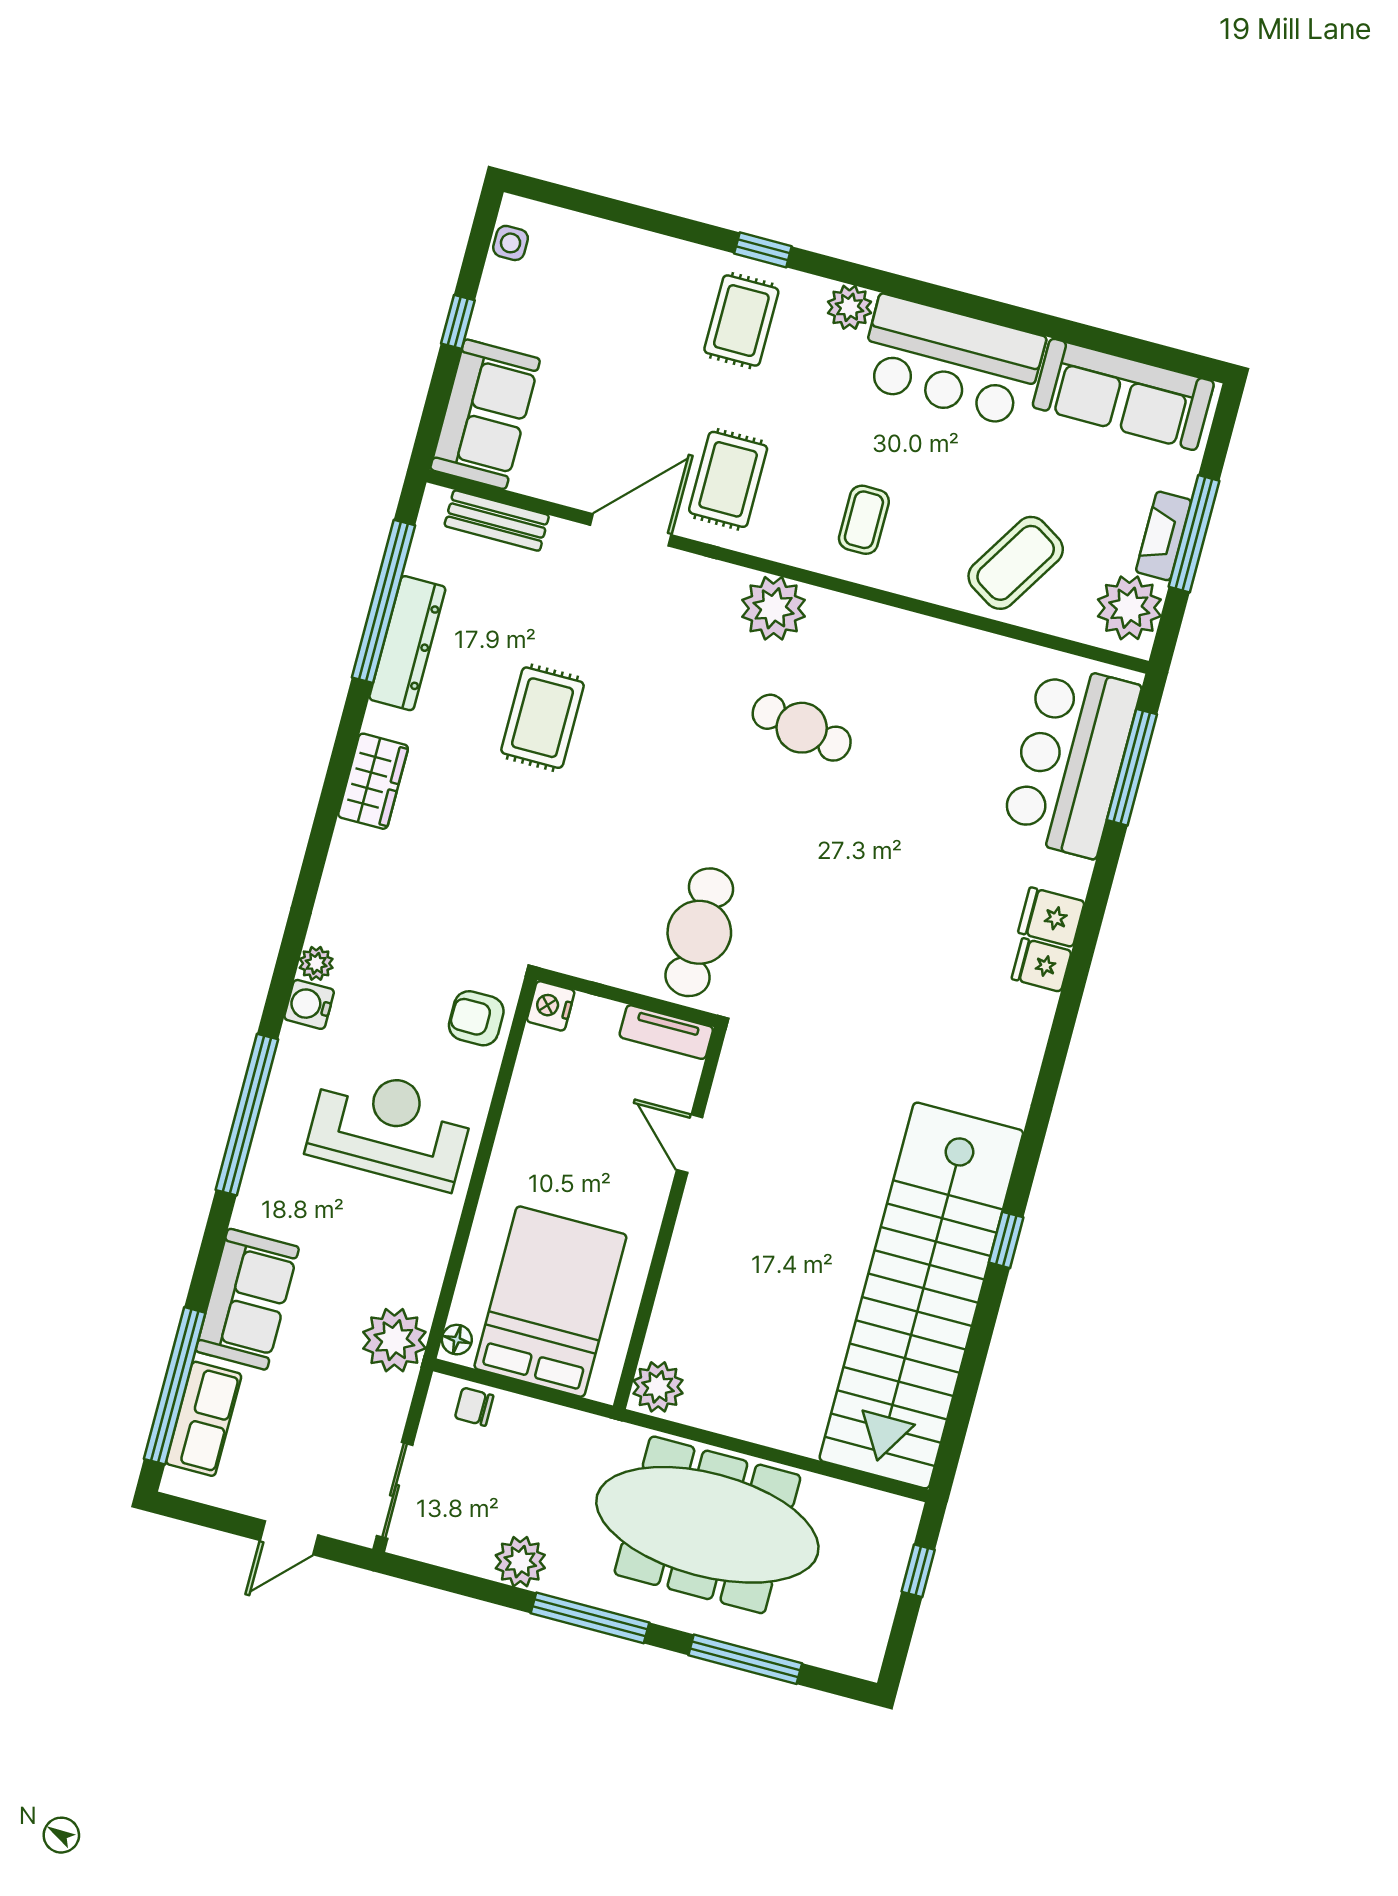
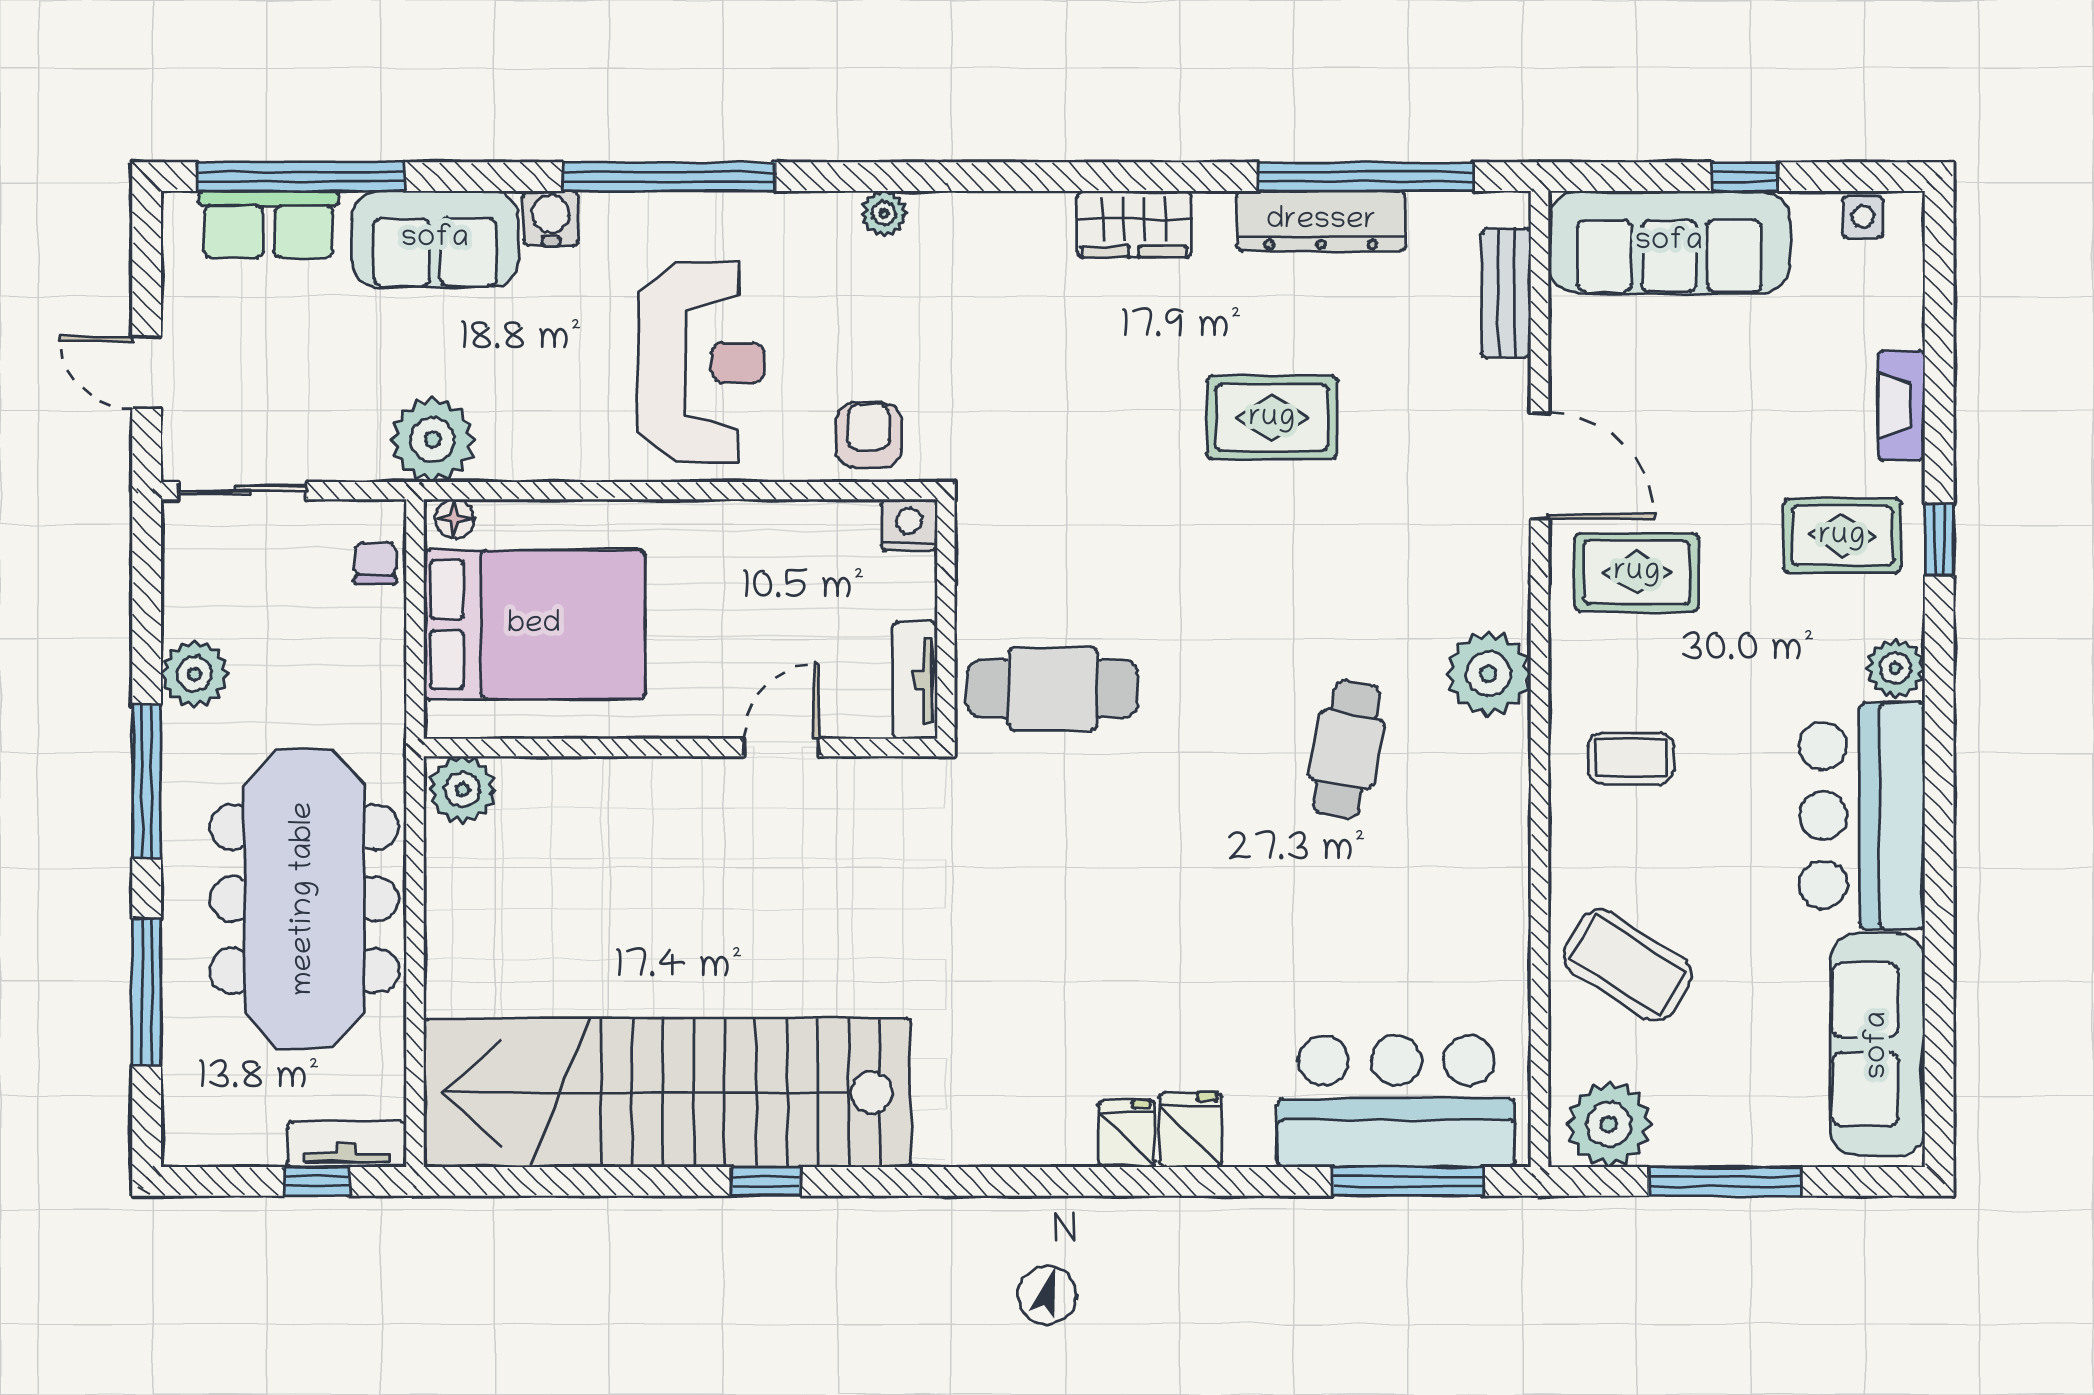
sofa: (485, 414) -> (1669, 242), width x1.36
fireplace: (1164, 536) -> (1901, 406), moved, turned -90
water cooler: (309, 1004) -> (551, 218), moved
tv unit: (897, 1542) -> (347, 1144), added

